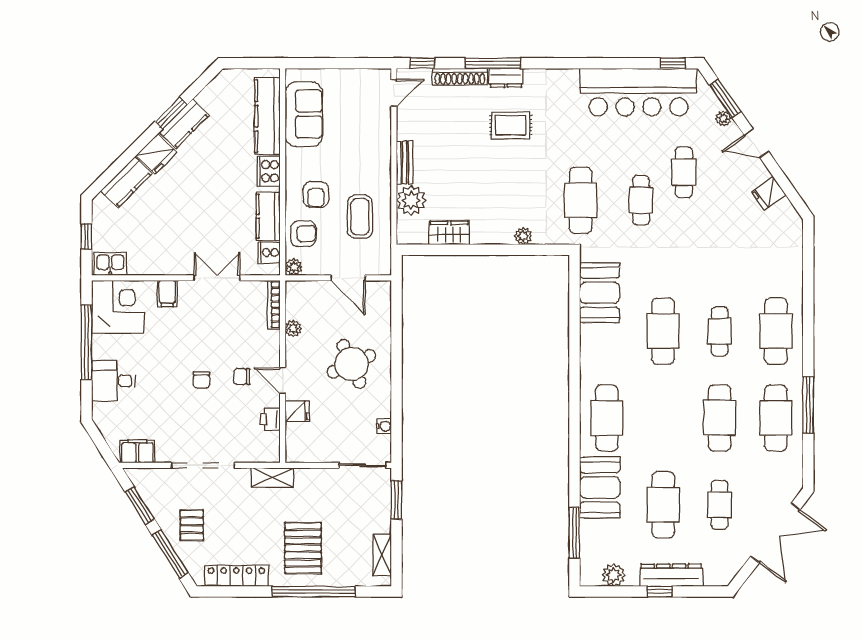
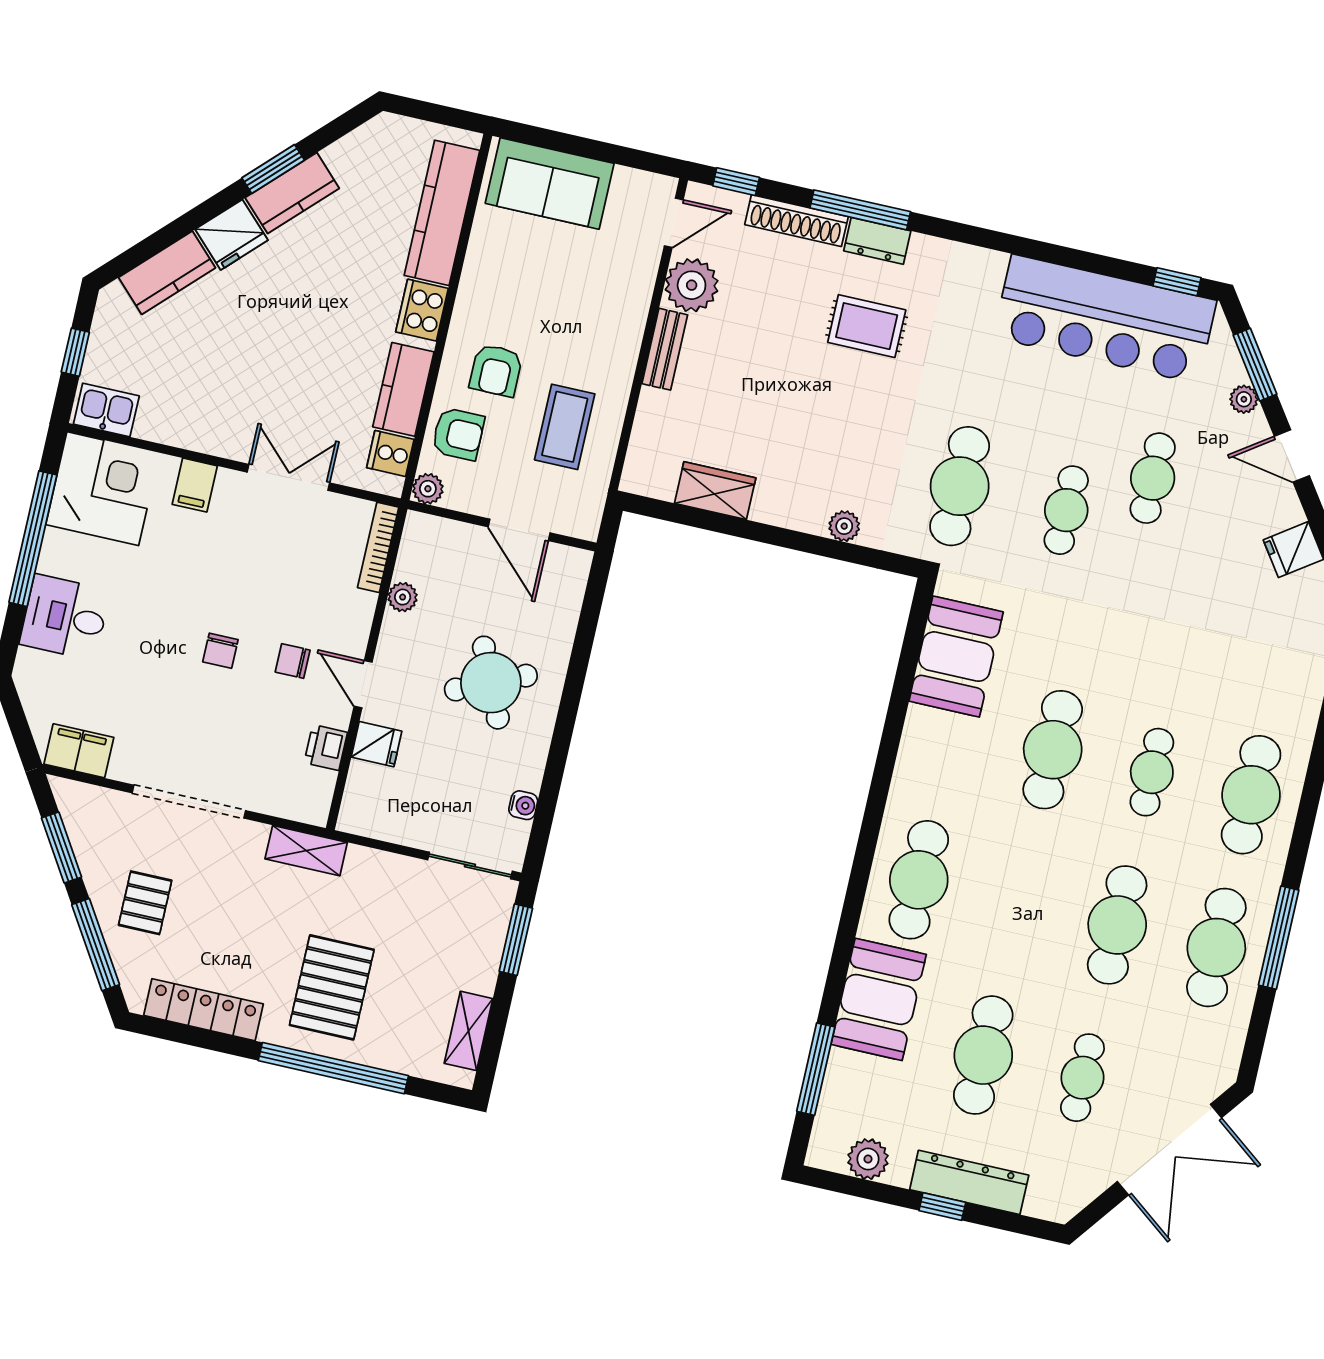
sofa: (304, 114) -> (550, 183), moved, turned 90
plant: (411, 200) -> (692, 285), moved

